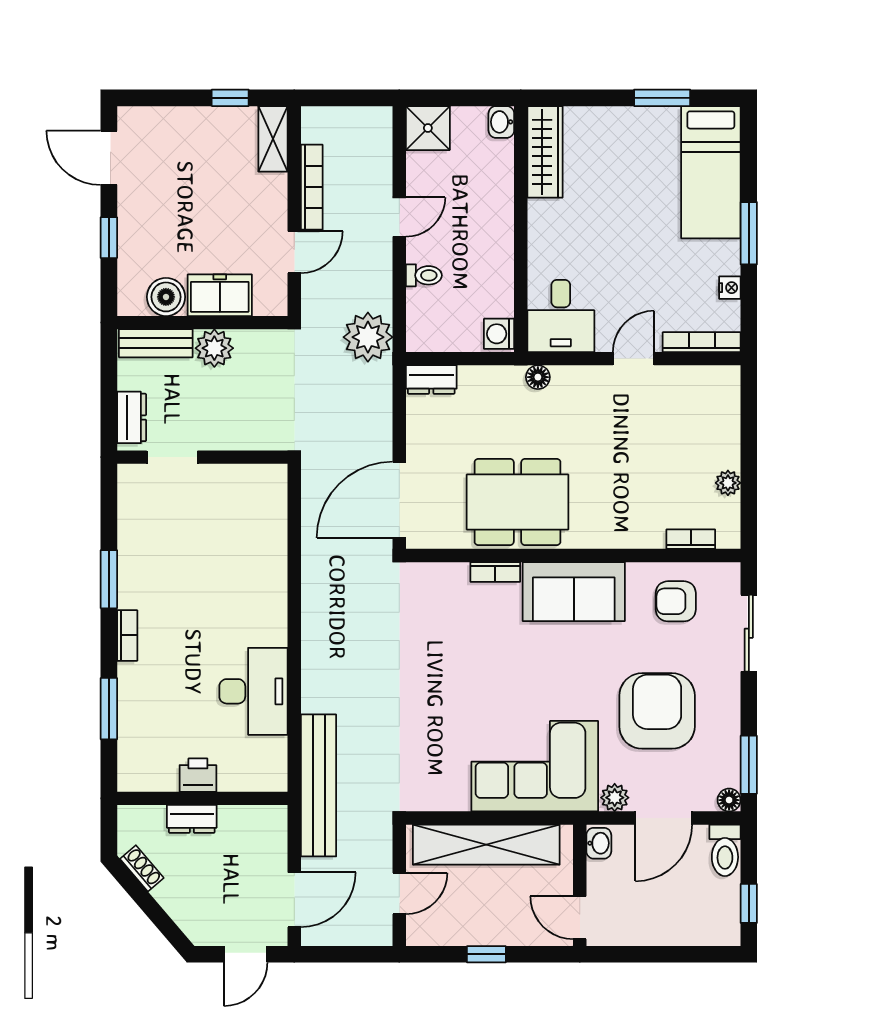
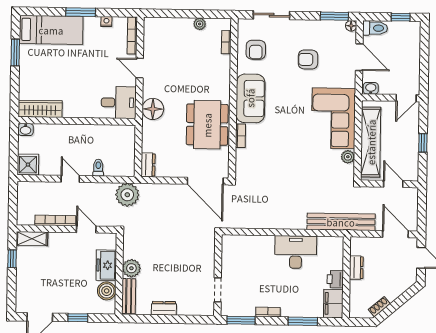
washing machine: (499, 334) -> (127, 132), removed
floor lamp: (538, 377) -> (153, 109), width x1.89, depth x1.89
doorway: (172, 457) -> (218, 290), moved
wall: (202, 457) -> (218, 275), moved
armchair: (657, 711) -> (308, 59), width x0.53, depth x0.53
filing cabinet: (147, 772) -> (333, 304), added
plant: (615, 798) -> (348, 157), moved
dresser: (192, 819) -> (356, 268), moved

